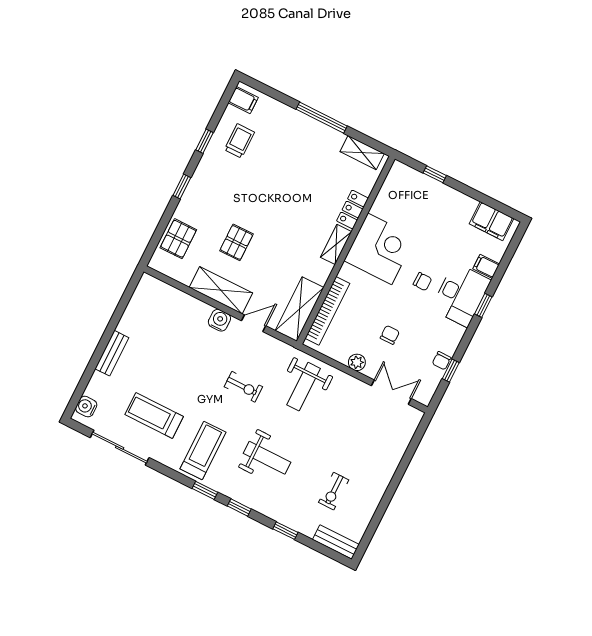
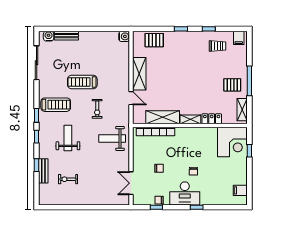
filing cabinet: (492, 221) -> (240, 190), width x0.50
pallet: (236, 242) -> (232, 85), moved
corner desk: (380, 249) -> (232, 142), moved
filing cabinet: (486, 266) -> (217, 199), removed
desk: (461, 295) -> (185, 193), moved
shelving: (299, 309) -> (163, 117), moved
water cooler: (219, 320) -> (124, 36), moved
bench: (112, 353) -> (66, 36), moved
plant: (357, 362) -> (137, 159), removed
double door: (391, 392) -> (131, 183), swing flipped
treadmill: (154, 416) -> (82, 82), moved, turned -90
weight bench: (267, 458) -> (68, 138), turned 180
bench: (336, 542) -> (43, 171), moved

